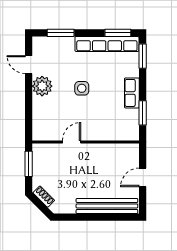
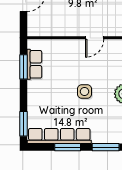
window: (118, 33) -> (68, 147), moved
row of seats: (132, 93) -> (34, 64), moved

